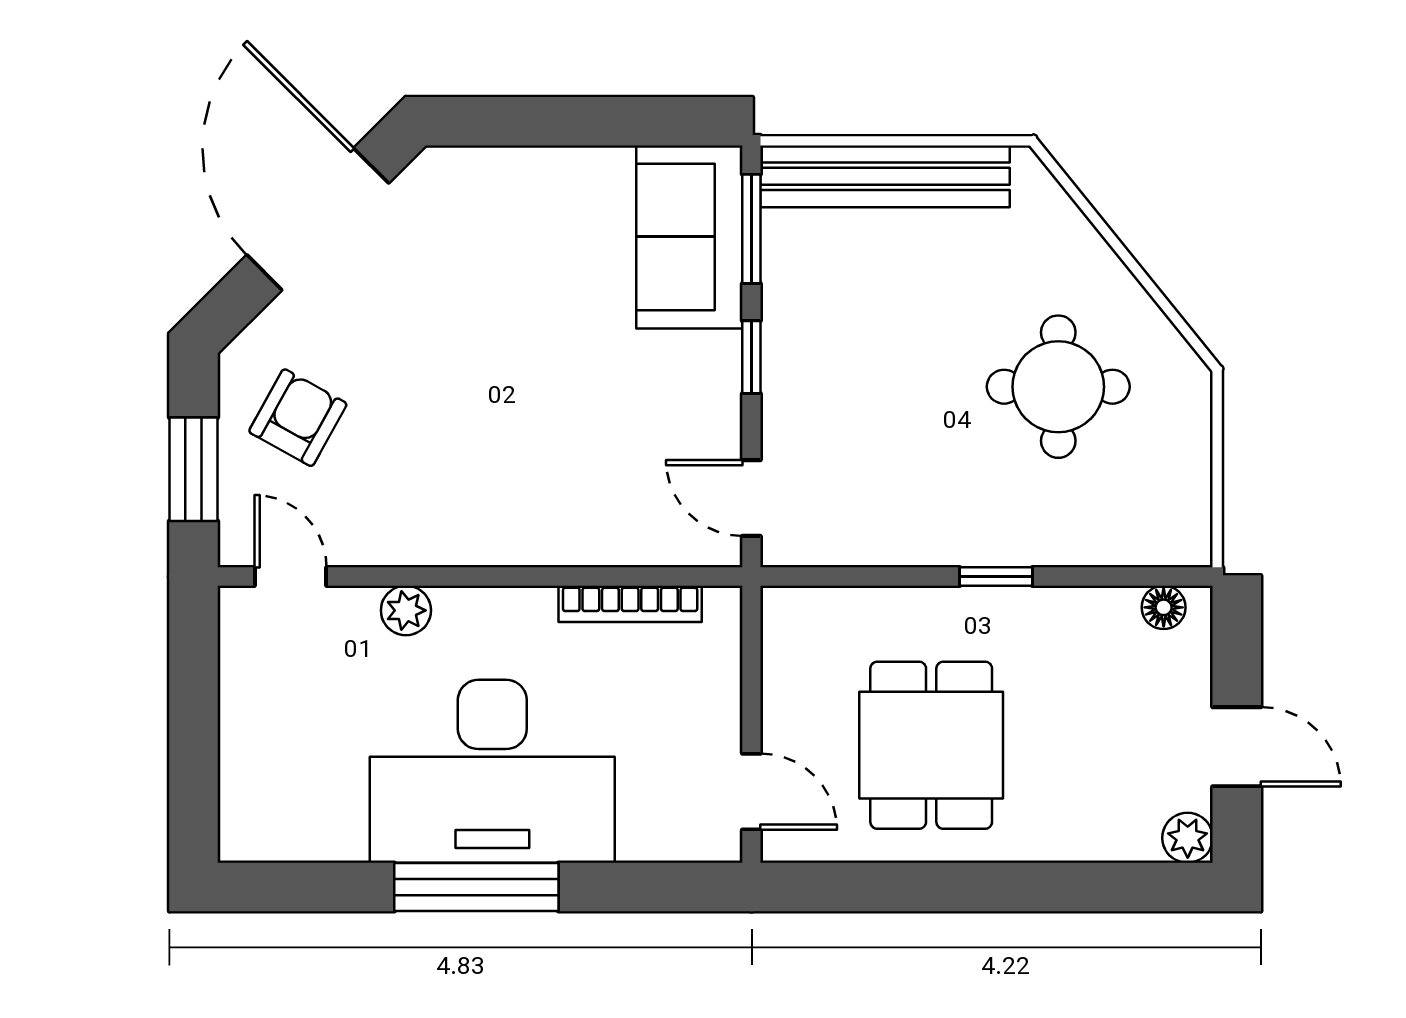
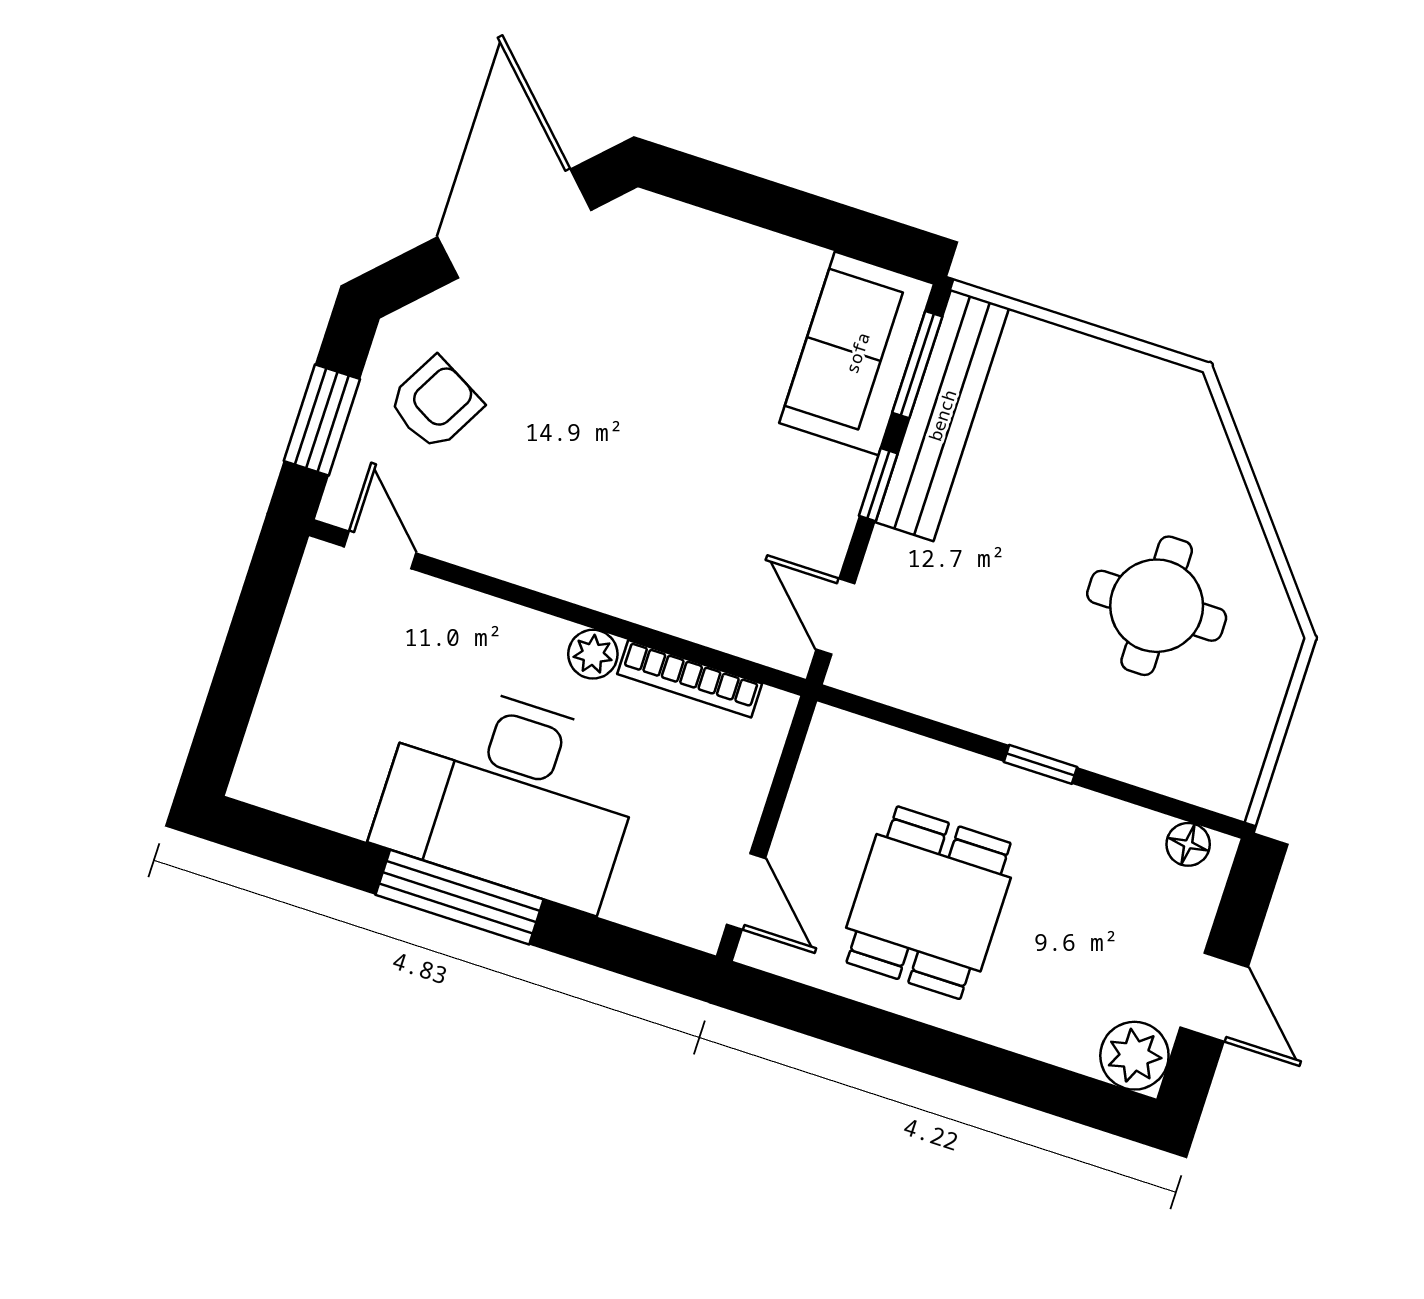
bench: (885, 176) -> (942, 415), moved, turned 90
plant: (406, 610) -> (593, 654), moved
plant: (1188, 838) -> (1134, 1056), width x1.38, depth x1.38

